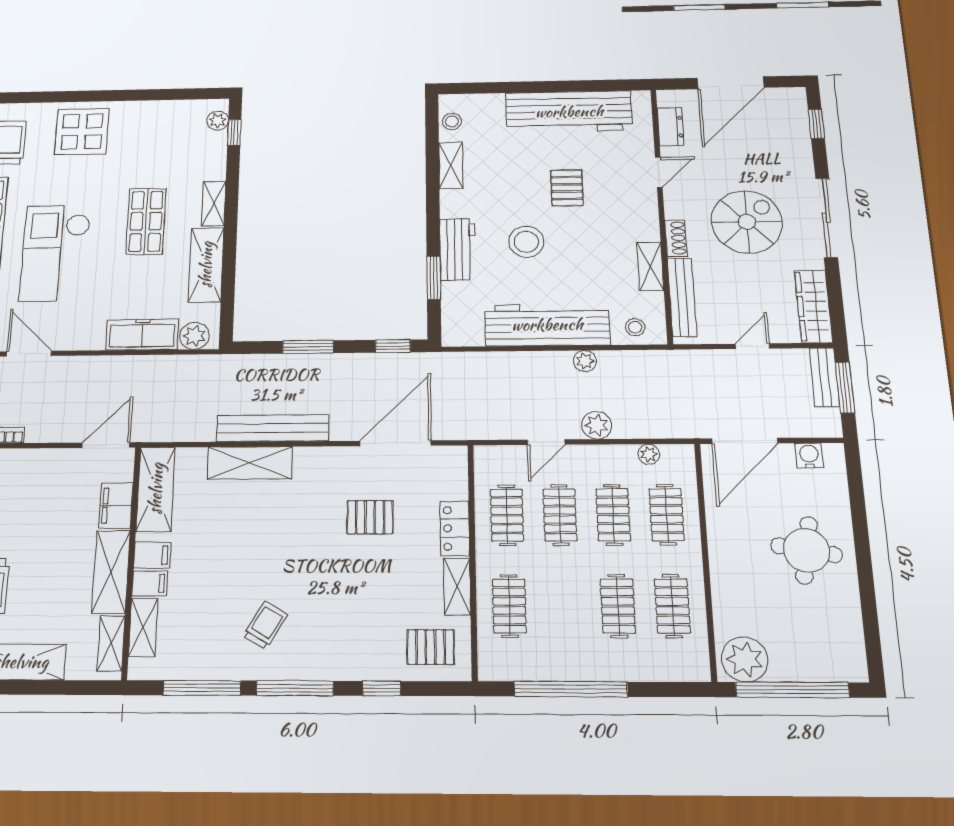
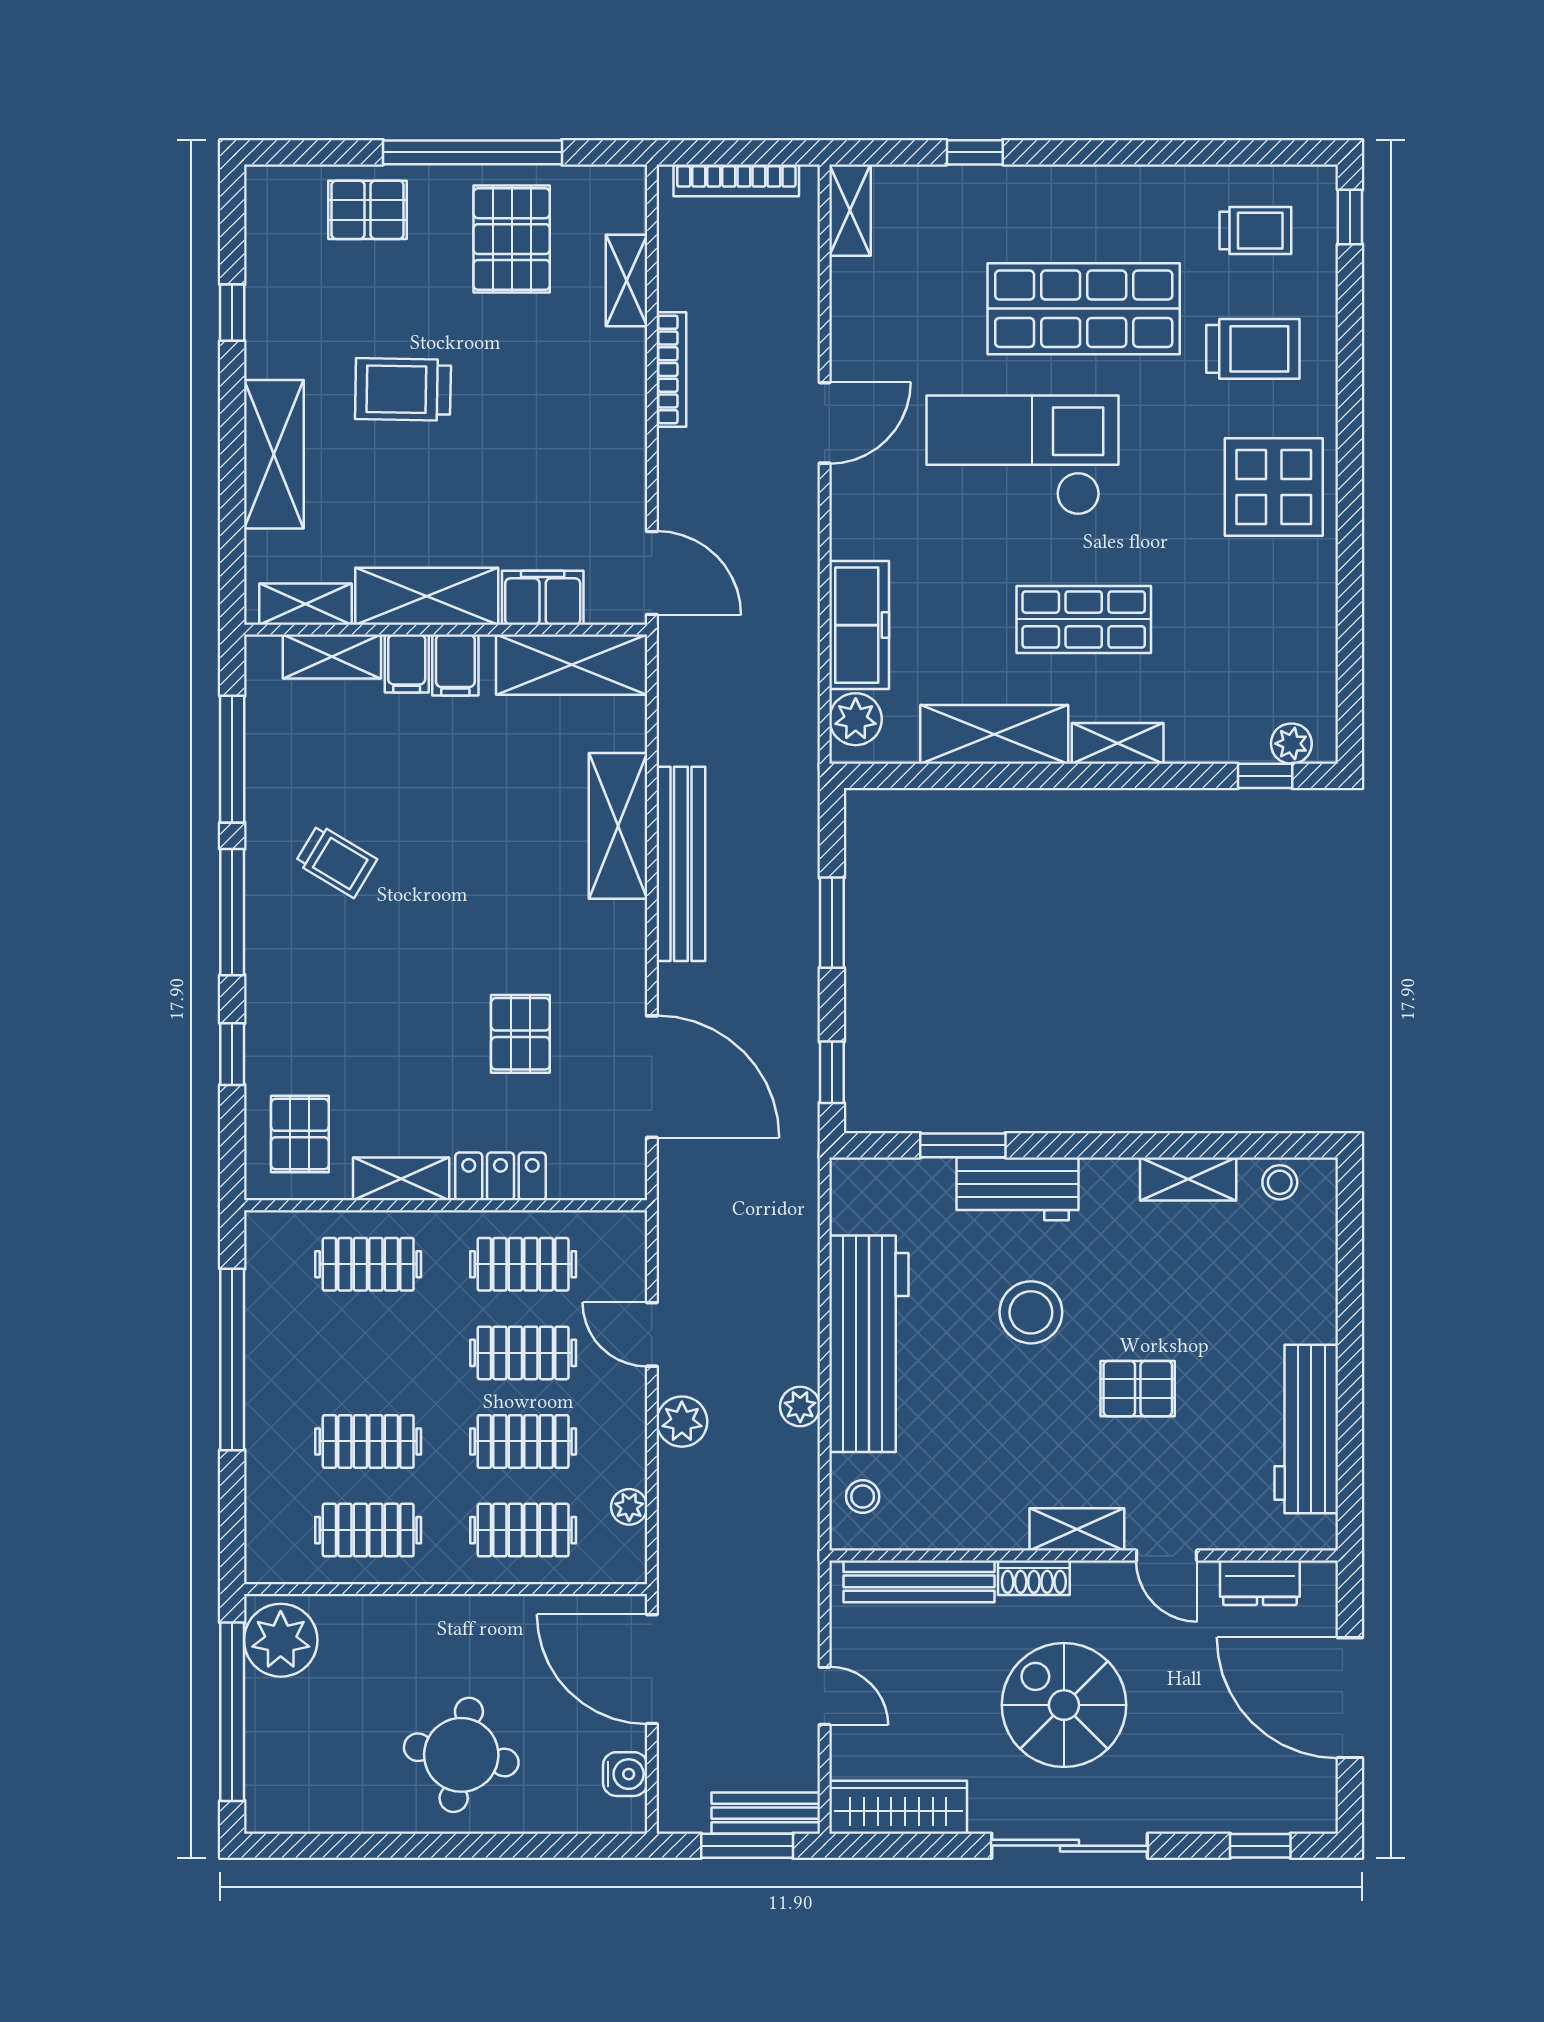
workbench: (569, 112) -> (1306, 1429), width x0.73, depth x0.76
spiral stairs: (747, 222) -> (1064, 1705), turned 180
shelving: (650, 266) -> (1077, 1529), moved

